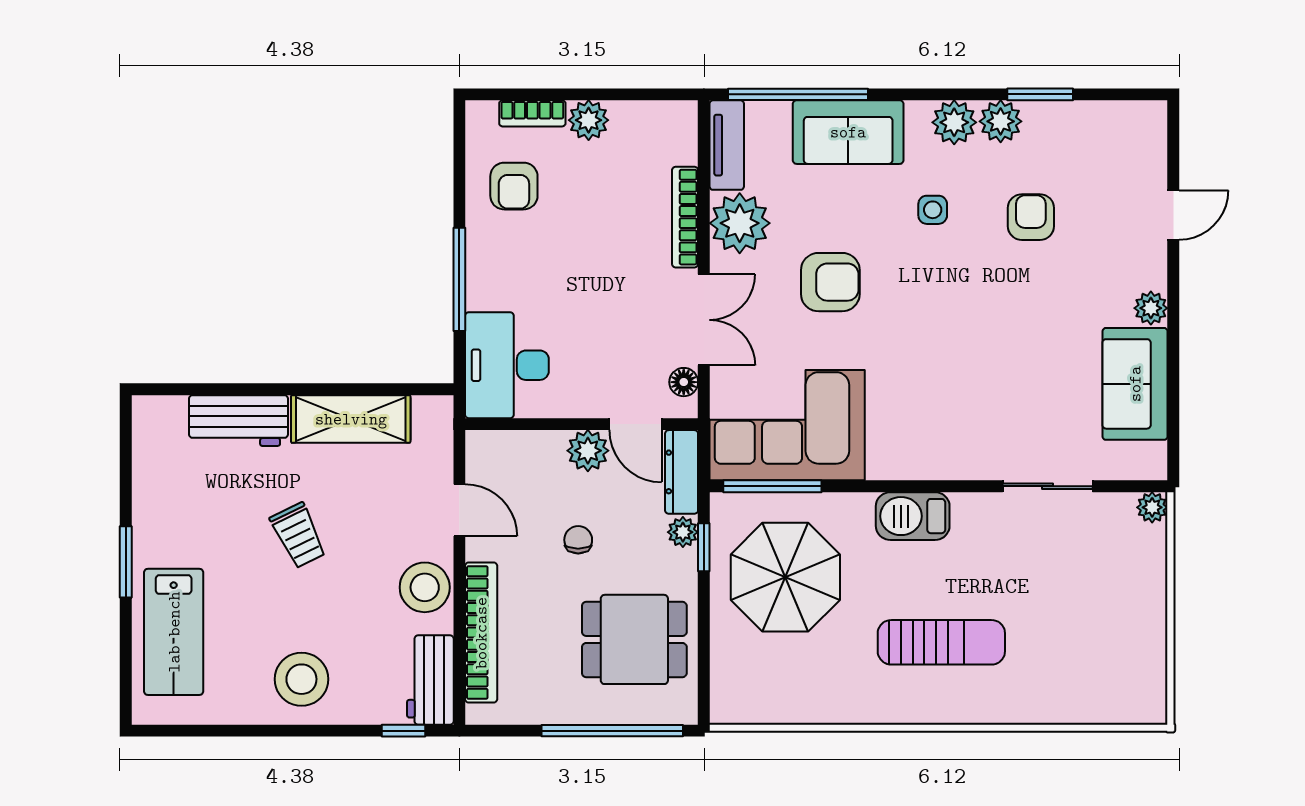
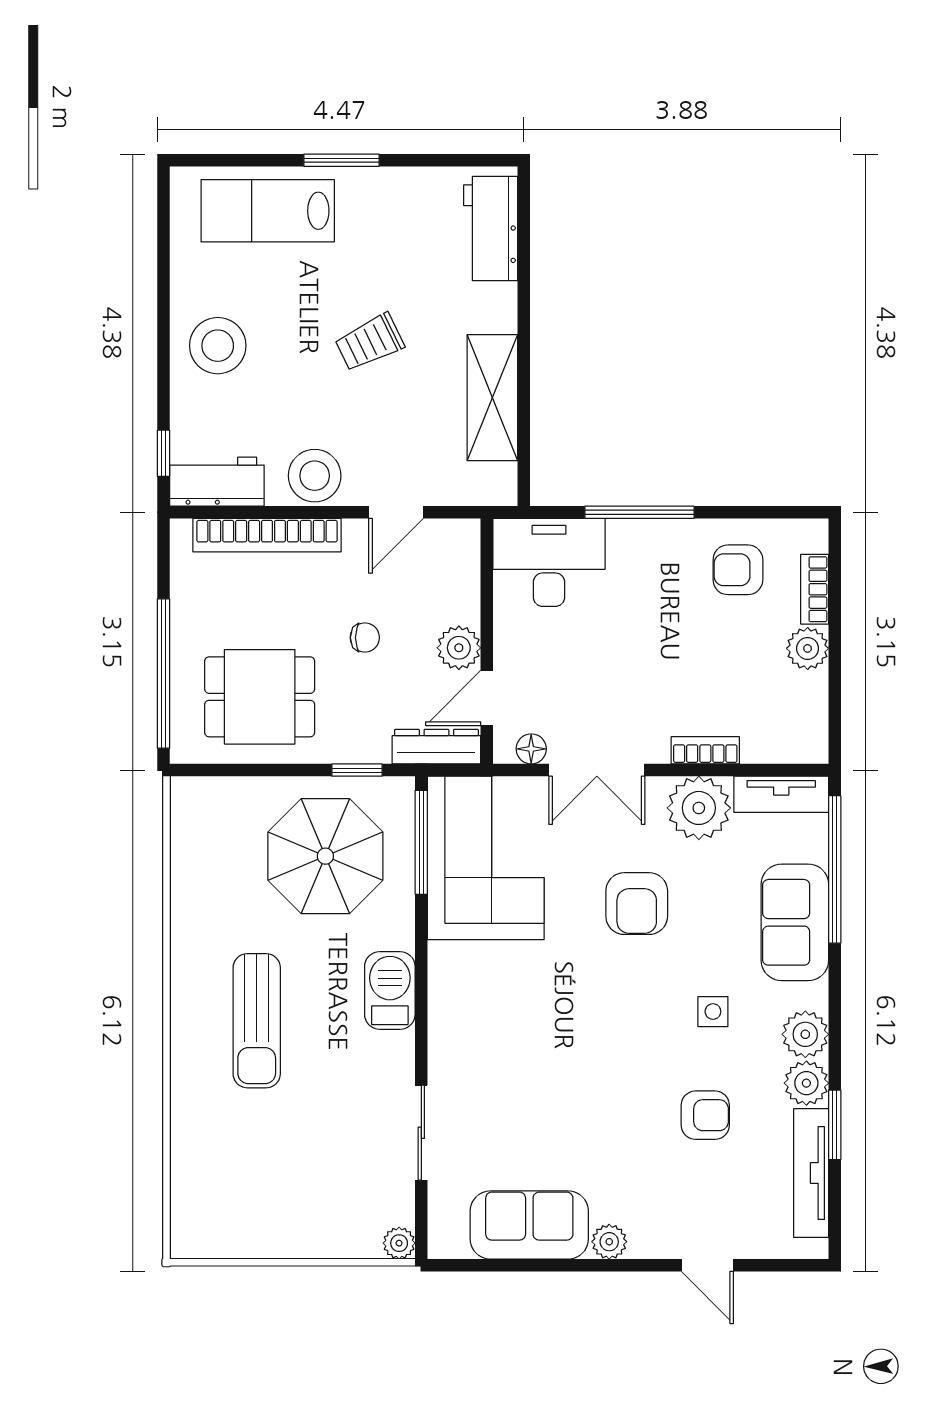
tv unit: (1086, 117) -> (811, 1173), added
bookcase: (685, 217) -> (705, 750), width x0.64
workbench: (238, 421) -> (491, 229), moved
plant: (683, 532) -> (373, 748), removed
dining table: (634, 639) -> (260, 697), turned 90

